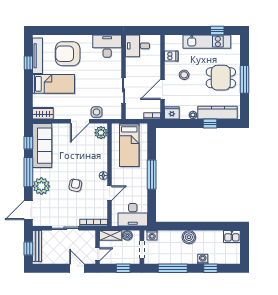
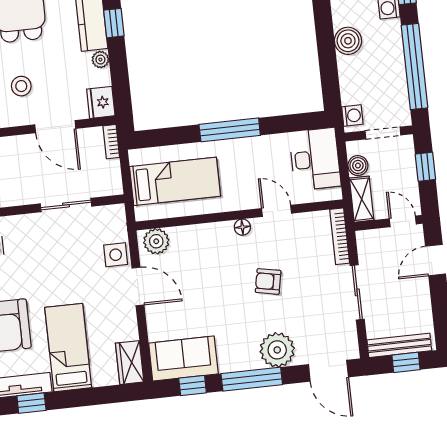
sofa: (42, 146) -> (183, 359), width x0.73
window: (173, 268) -> (414, 66), width x1.46

